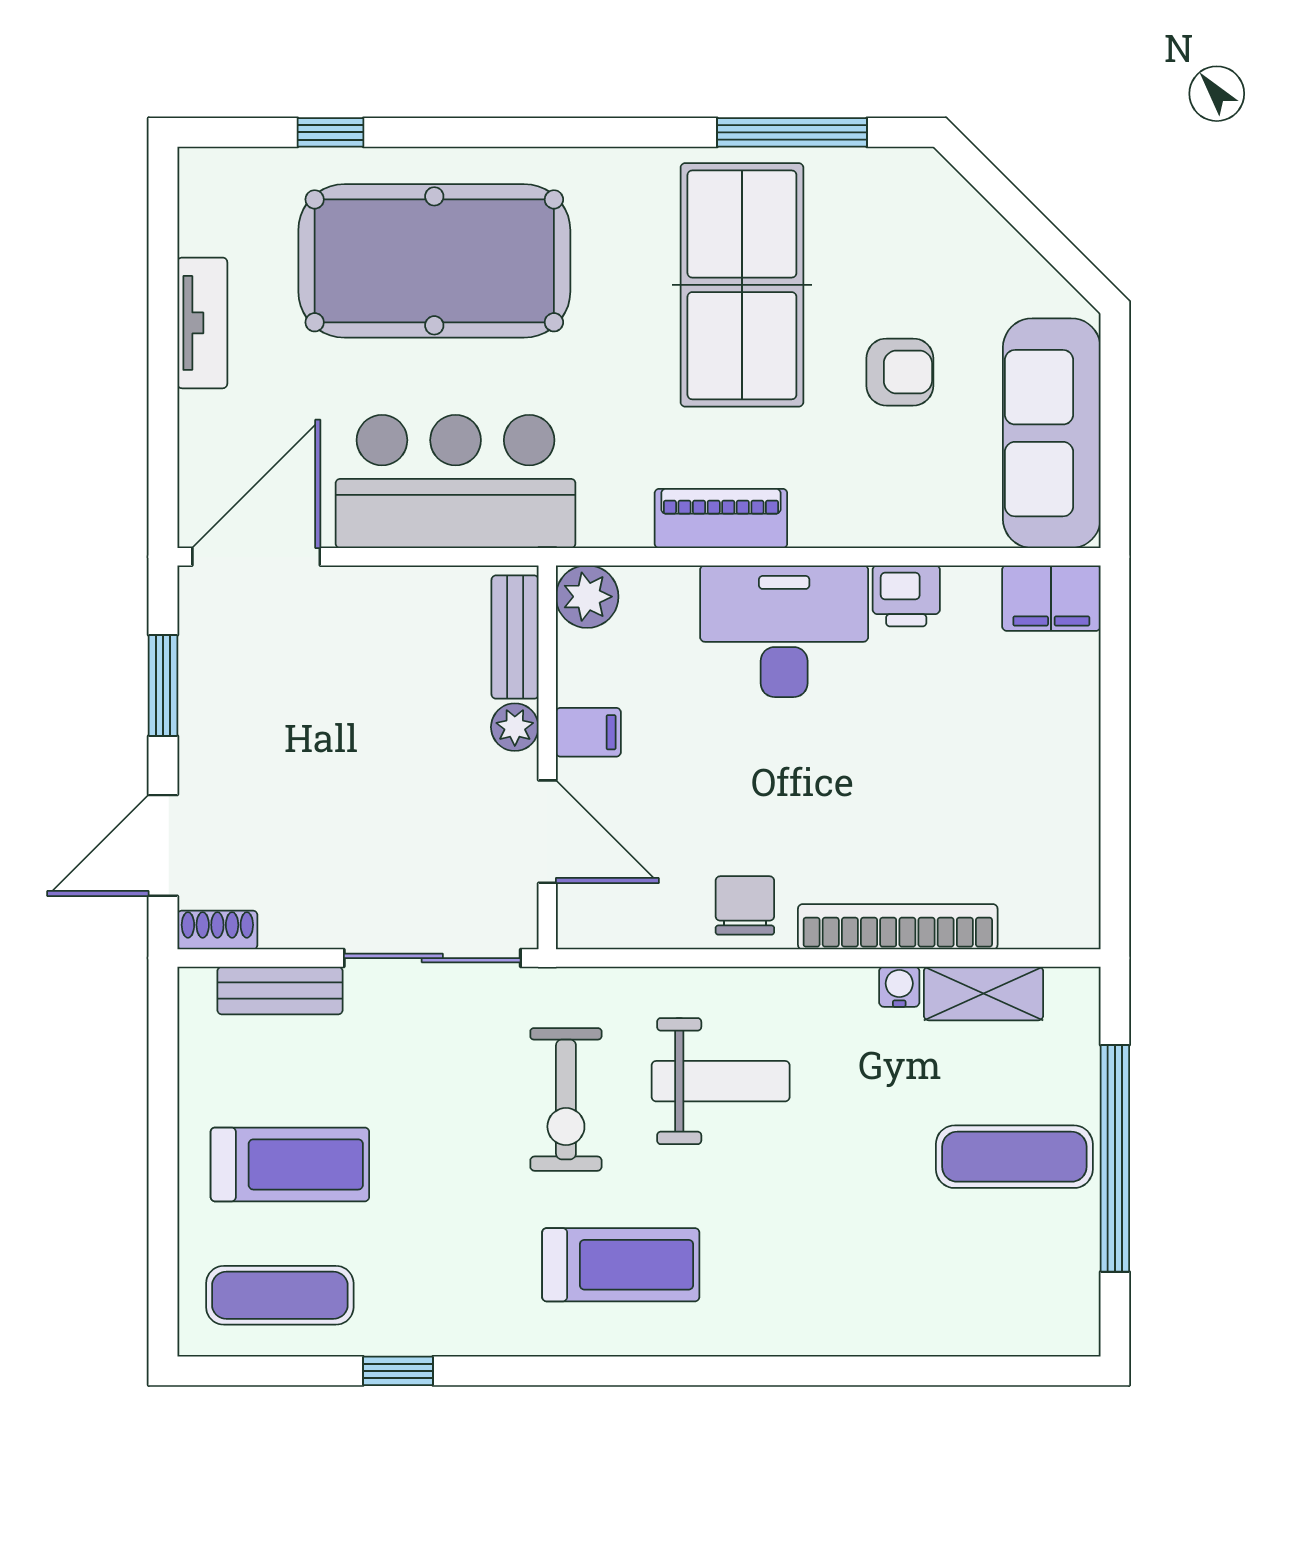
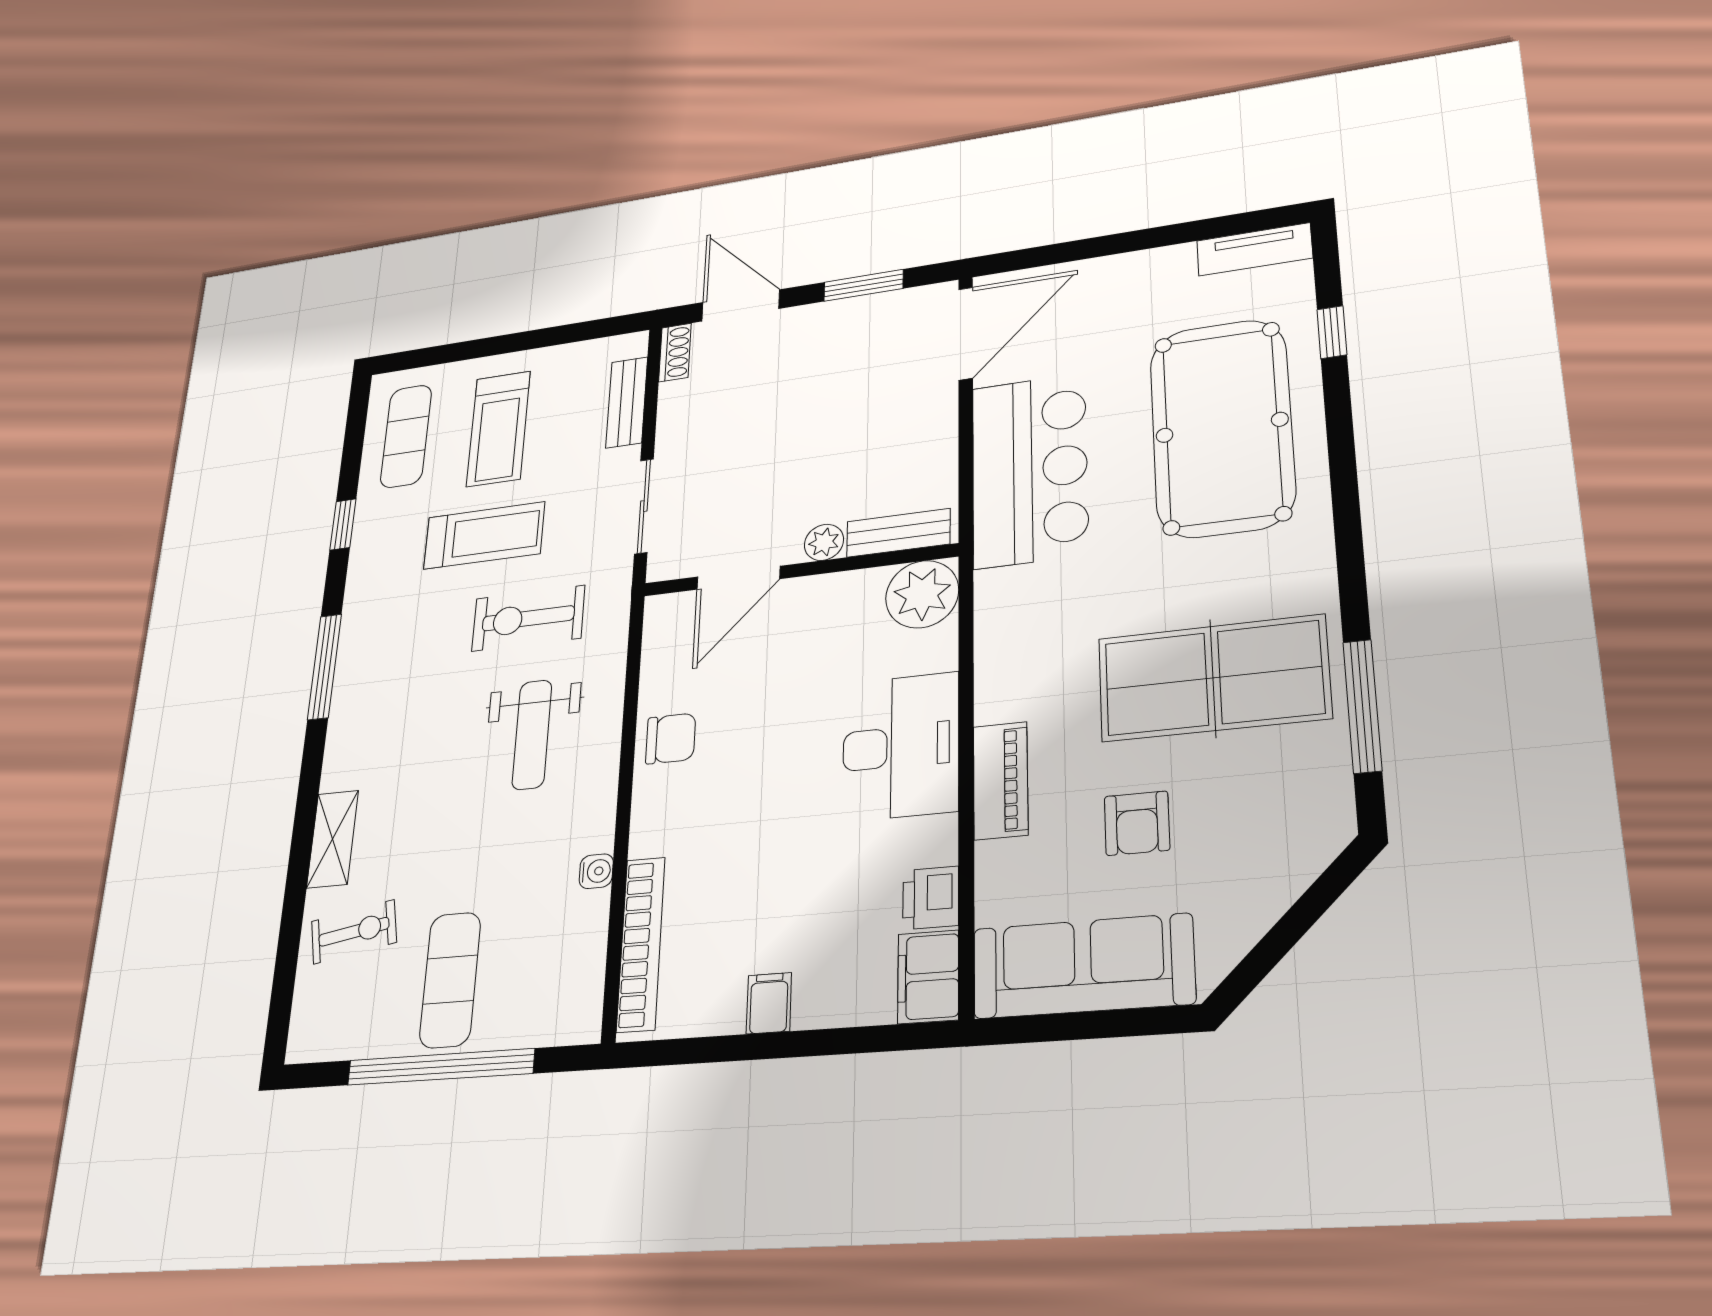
tv unit: (202, 323) -> (1254, 249), moved
piano: (721, 518) -> (1001, 781), moved
door: (256, 557) -> (966, 333), hinge flipped
printer: (906, 596) -> (931, 898), moved
plant: (587, 597) -> (922, 594), width x1.36, depth x1.36
filing cabinet: (588, 732) -> (769, 1003), moved, turned 180
bookcase: (898, 927) -> (641, 944), moved
sliding door: (432, 958) -> (644, 506), width x0.73
shelving: (984, 993) -> (333, 839), moved
treadmill: (621, 1265) -> (484, 535), moved, turned -90
exercise bike: (947, 1287) -> (354, 932), added
window: (598, 1371) -> (325, 667), added

